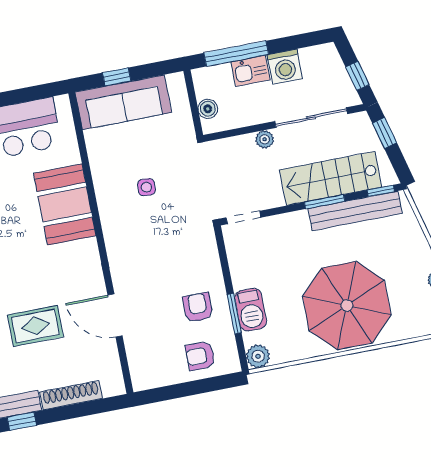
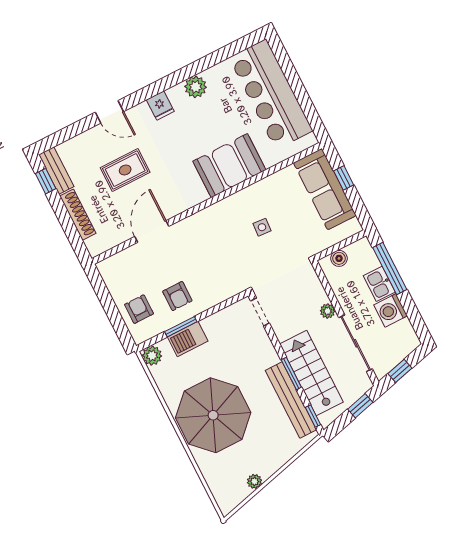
armchair: (198, 307) -> (177, 296), turned 90
rug: (35, 326) -> (125, 170), turned 90

